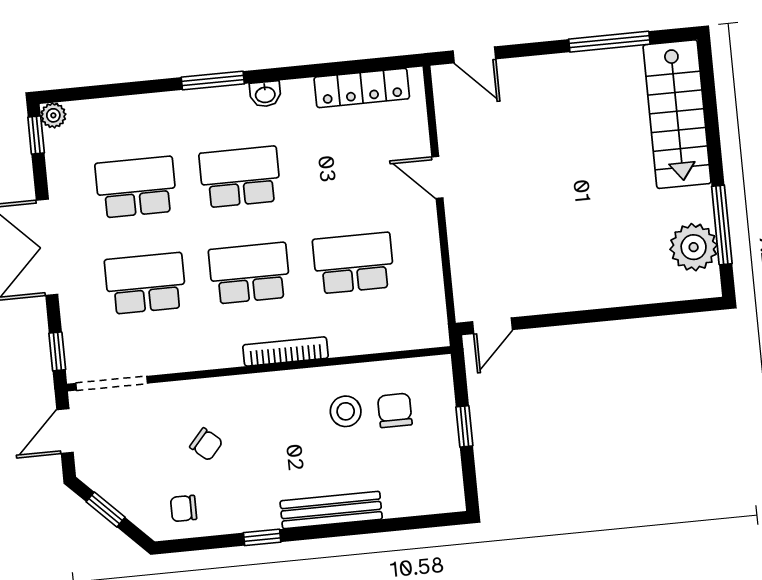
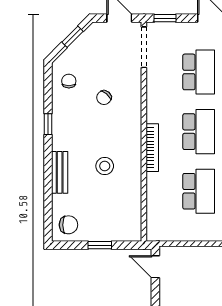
chair: (395, 410) -> (68, 225), moved
stool: (346, 411) -> (105, 166), moved
bench: (331, 510) -> (60, 172), width x0.73

